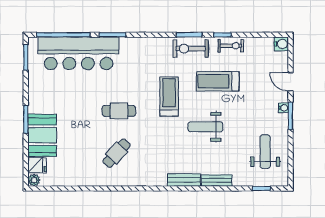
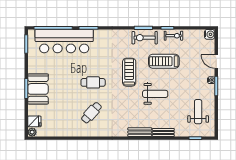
weight bench: (205, 127) -> (155, 94), turned 180
booth: (42, 135) -> (38, 89), moved

